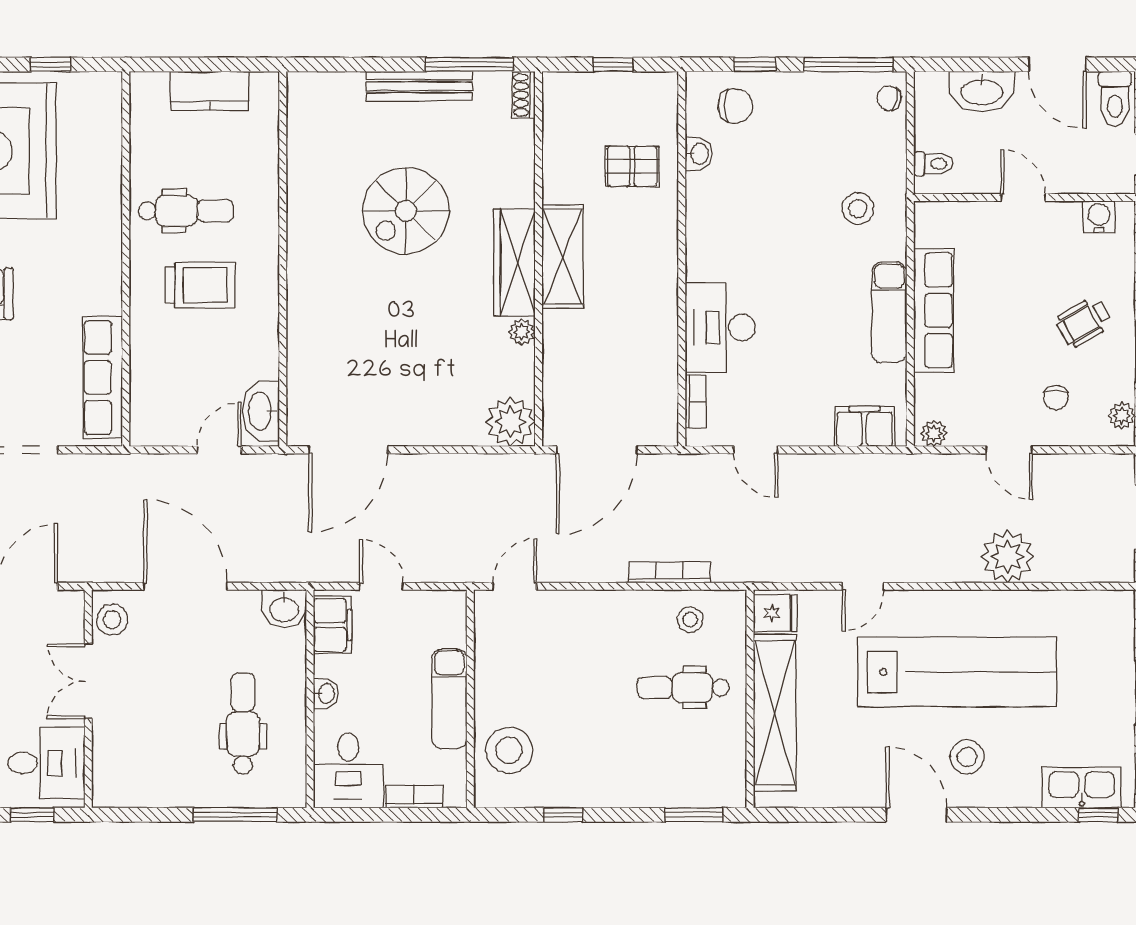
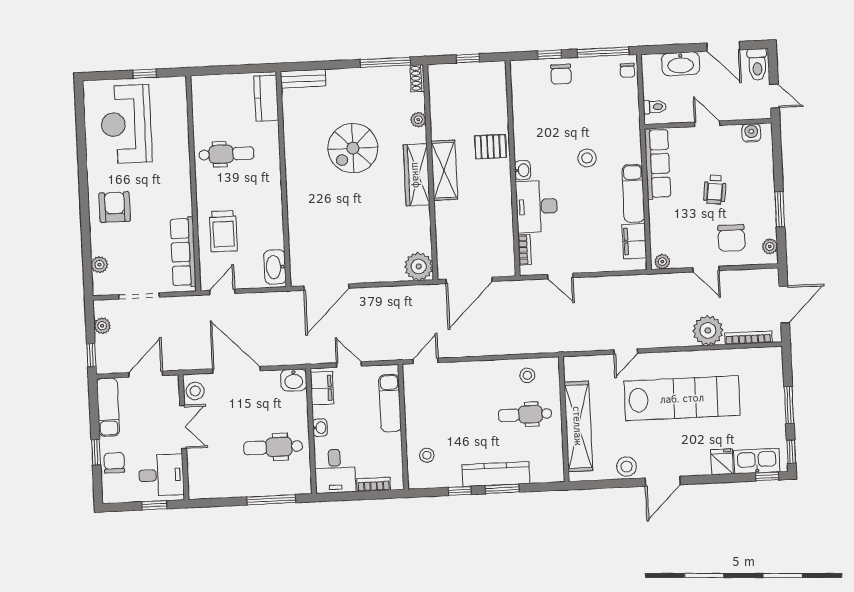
bench: (419, 86) -> (303, 79), moved, width x0.73
kitchen counter: (210, 91) -> (266, 98), moved, turned 90
chair: (889, 98) -> (627, 70), turned -100
chair: (735, 106) -> (561, 74), moved, turned 90
washbasin: (699, 154) -> (523, 170), moved
pallet: (632, 166) -> (490, 147), moved
stool: (858, 208) -> (587, 158), moved
trolley: (200, 285) -> (223, 231), moved, turned 90
row of seats: (934, 310) -> (658, 164), moved
wheelchair: (1084, 322) -> (715, 189), moved, turned -53
plant: (522, 332) -> (418, 120), moved
chair: (1056, 398) -> (731, 238), width x1.87, depth x1.87
filing cabinet: (865, 426) -> (634, 241), moved, turned -90
door: (219, 450) -> (222, 292), moved
bookcase: (669, 572) -> (748, 338), moved
fridge: (775, 613) -> (722, 462), moved, turned -90
double door: (88, 681) -> (183, 427), swing flipped
exam couch: (449, 699) -> (390, 403), moved
dental chair: (243, 724) -> (273, 447), turned -90
stool: (509, 750) -> (427, 455), width x0.53, depth x0.53
stool: (967, 757) -> (627, 467), moved
kitchen counter: (628, 789) -> (496, 474), added
window: (694, 815) -> (502, 489), moved
door: (917, 815) -> (663, 481), swing flipped

